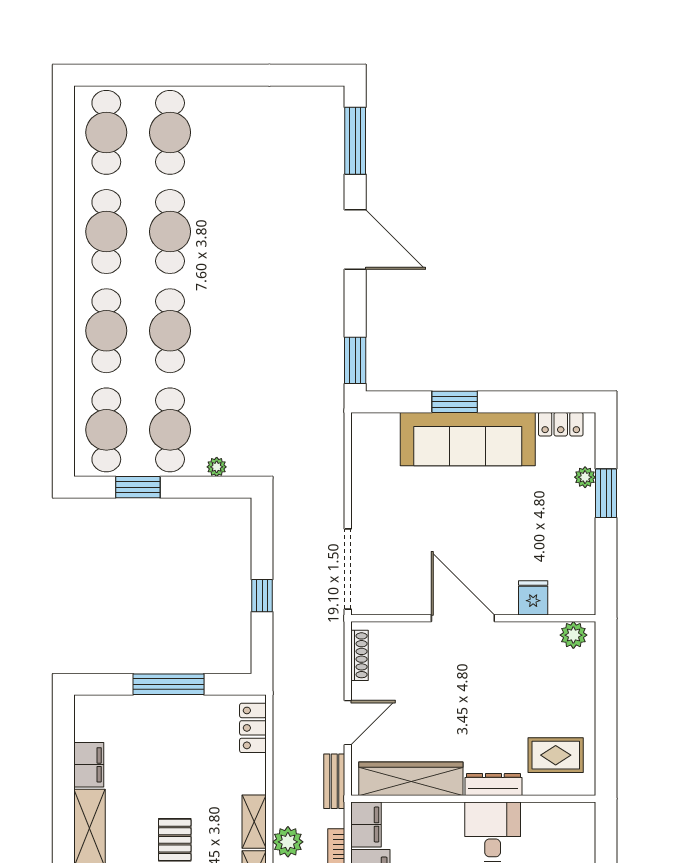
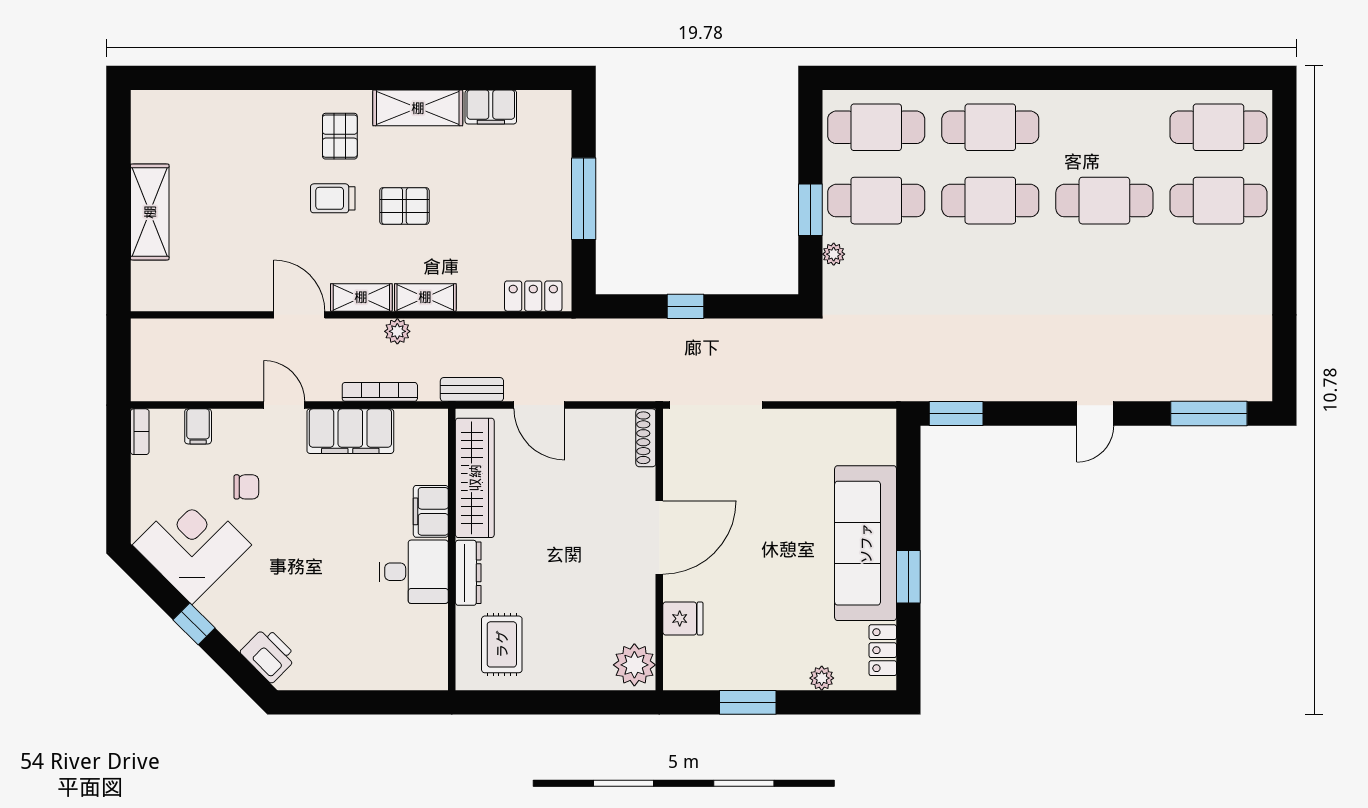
cafe table: (106, 232) -> (1104, 127), removed
door: (355, 240) -> (1095, 414), width x0.53
window: (455, 402) -> (908, 577), moved
window: (138, 487) -> (810, 210), moved
window: (606, 493) -> (748, 702), moved
plant: (573, 635) -> (634, 665), width x1.36, depth x1.36
shoe rack: (359, 655) -> (646, 438), moved, turned 90
filing cabinet: (366, 825) -> (431, 511), moved, turned 90
plant: (288, 842) -> (397, 331), width x0.73, depth x0.73

